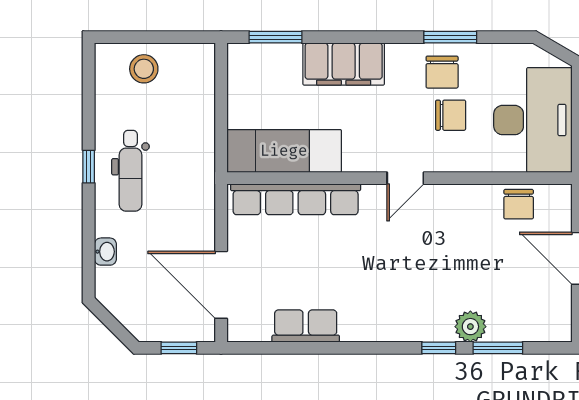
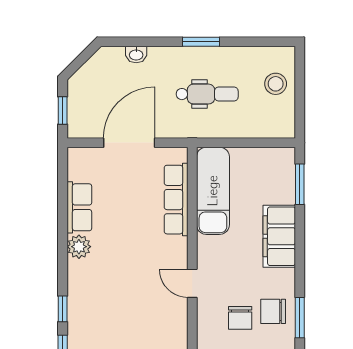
window: (89, 167) -> (201, 42), width x1.50
dental chair: (130, 171) -> (207, 94), moved, turned 180
row of seats: (296, 199) -> (176, 200), width x0.73
door: (221, 285) -> (129, 143), moved
plant: (470, 327) -> (79, 247), moved

